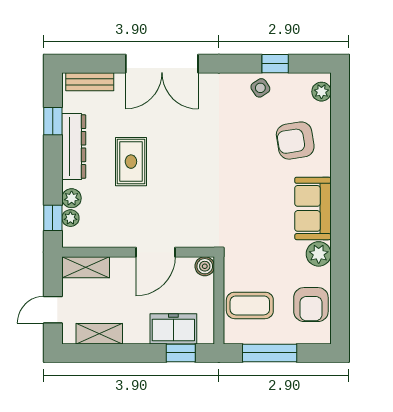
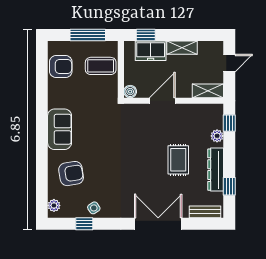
plant: (70, 218) -> (218, 123), removed
plant: (319, 254) -> (56, 100), removed
armchair: (311, 305) -> (61, 67), turned 90
shelving: (99, 334) -> (182, 48), moved

